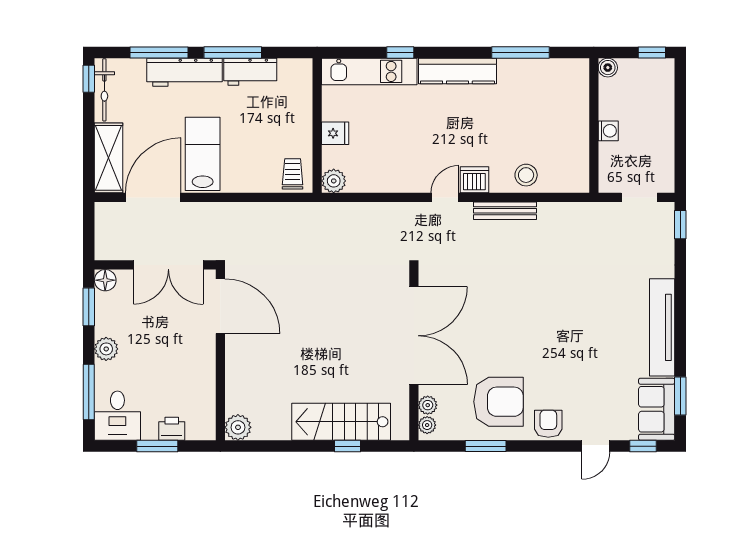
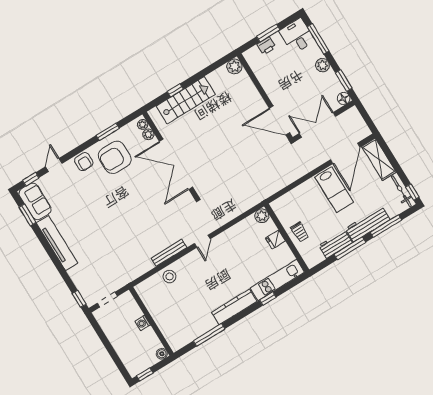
trolley: (293, 174) -> (300, 232), moved
dishwasher: (474, 180) -> (193, 259), removed

